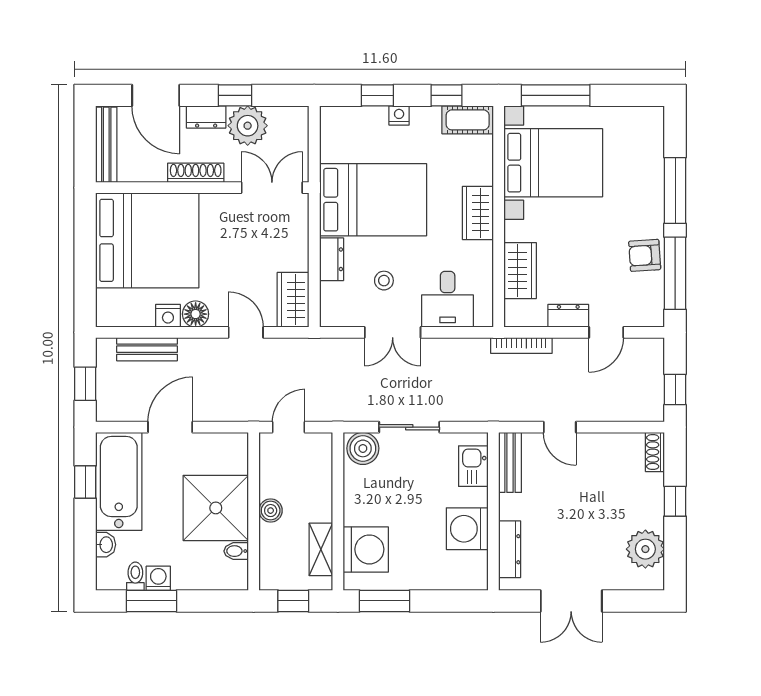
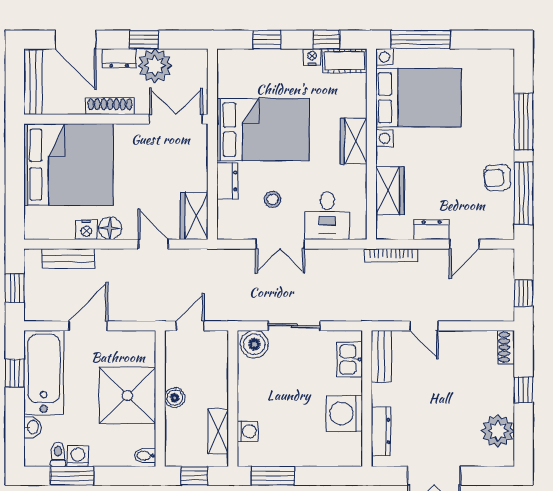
nightstand: (399, 115) -> (312, 57), moved
washing machine: (366, 549) -> (248, 431), width x0.53, depth x0.53
bidet: (236, 551) -> (145, 456), moved

